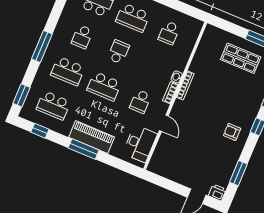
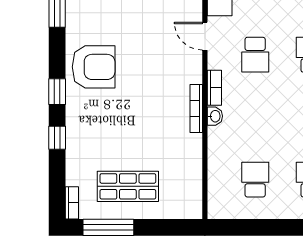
school desk: (140, 101) -> (255, 55), turned 180
armchair: (232, 132) -> (94, 67), width x1.88, depth x1.88

